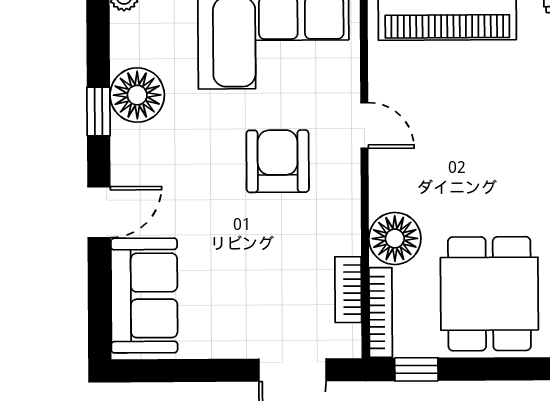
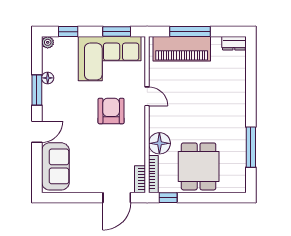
floor lamp: (137, 95) -> (48, 78), width x0.53, depth x0.53
window: (99, 112) -> (37, 90), width x1.50
bookcase: (348, 290) -> (140, 179), moved

